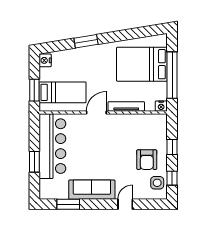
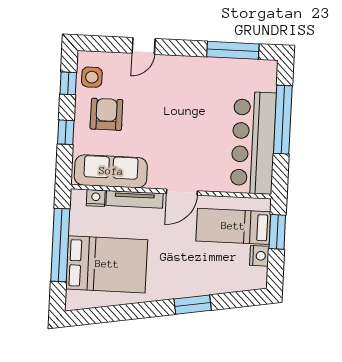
nightstand: (45, 60) -> (259, 256), moved
nightstand: (161, 106) -> (96, 198), moved
window: (34, 162) -> (283, 120), width x2.11
sofa: (92, 190) -> (111, 171), moved, turned 180
window: (68, 204) -> (233, 50), width x1.44

